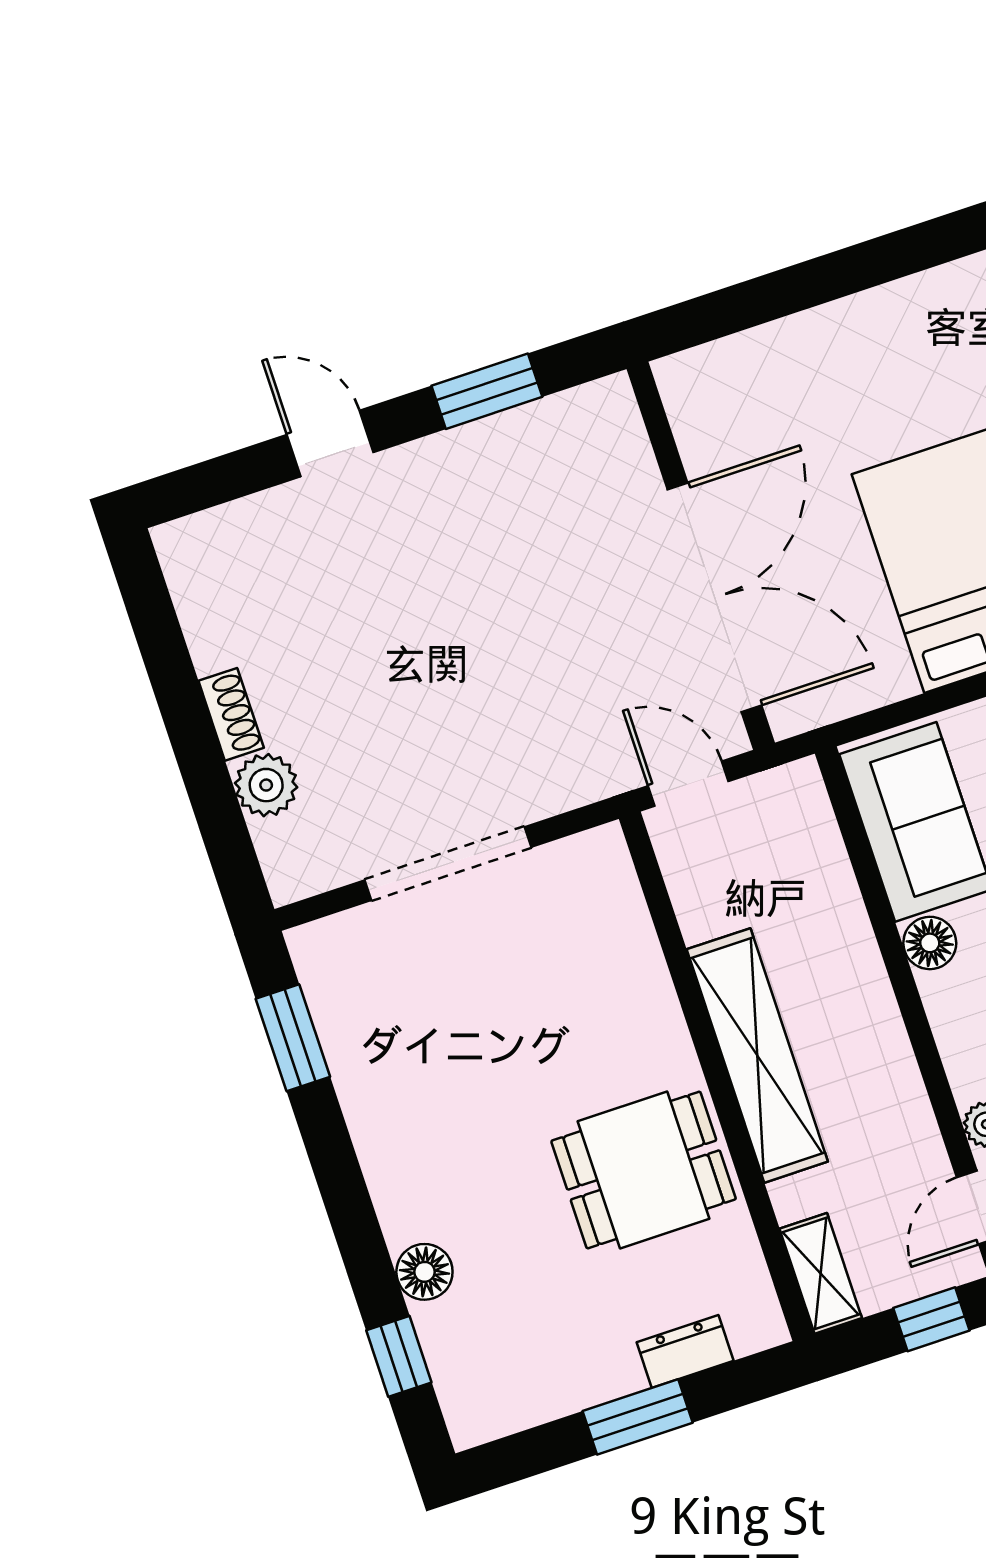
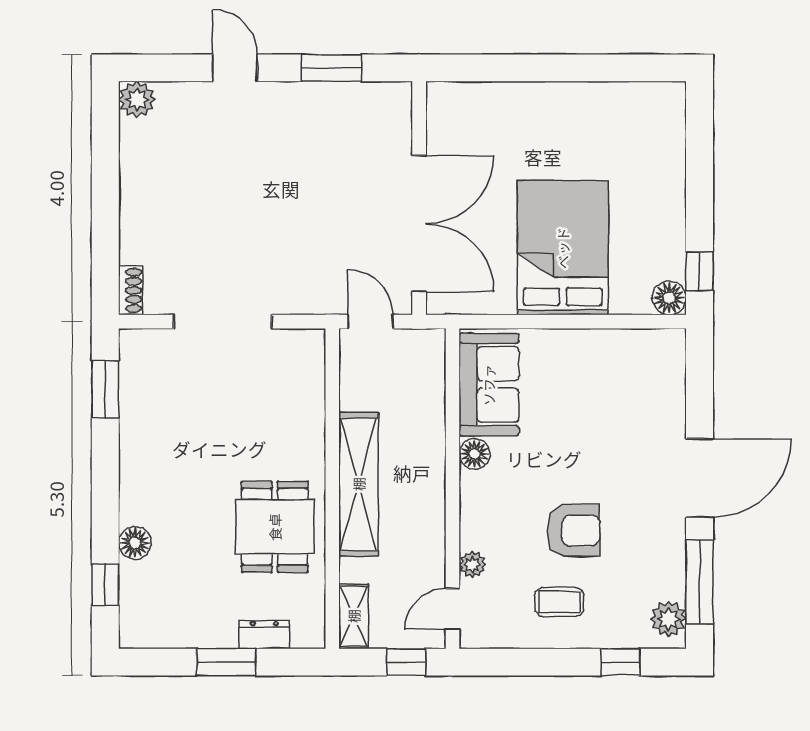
shoe rack: (231, 714) -> (131, 290), moved
plant: (266, 785) -> (137, 100), moved
dining table: (644, 1170) -> (275, 527), turned 90

